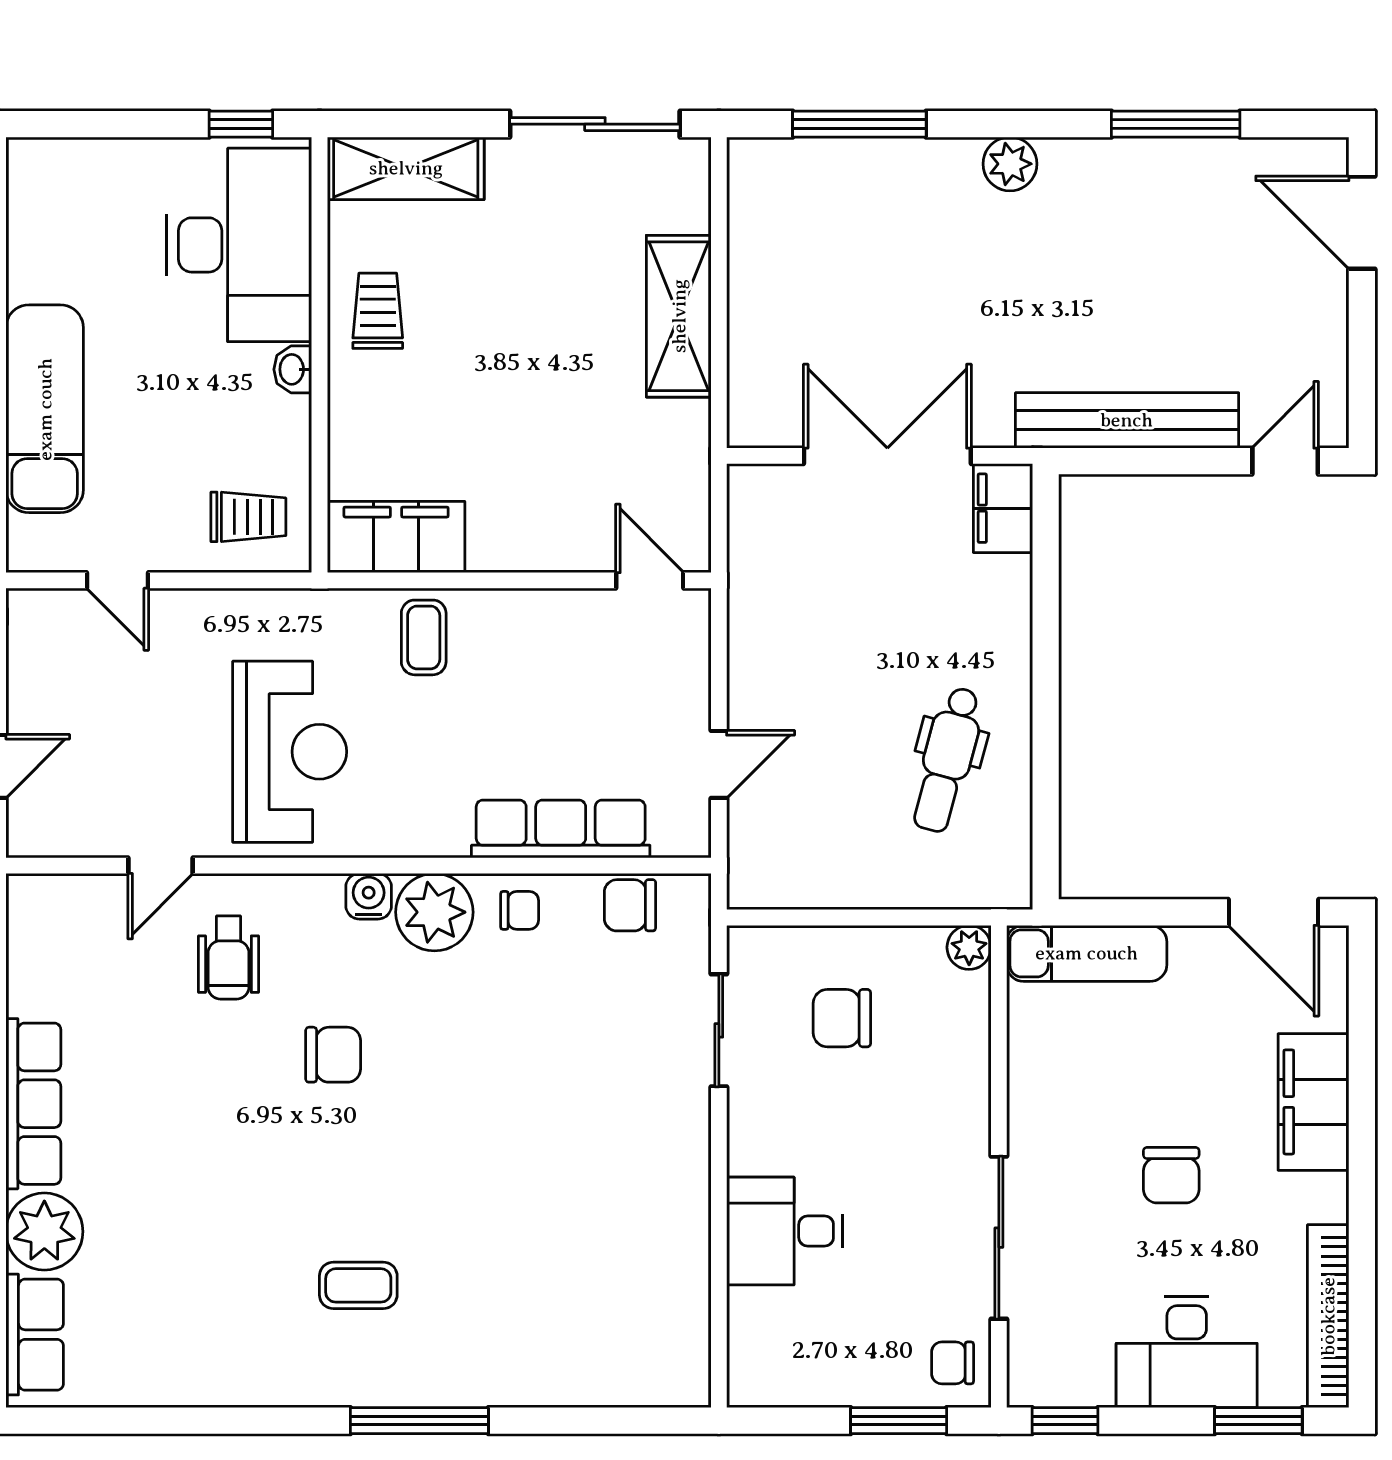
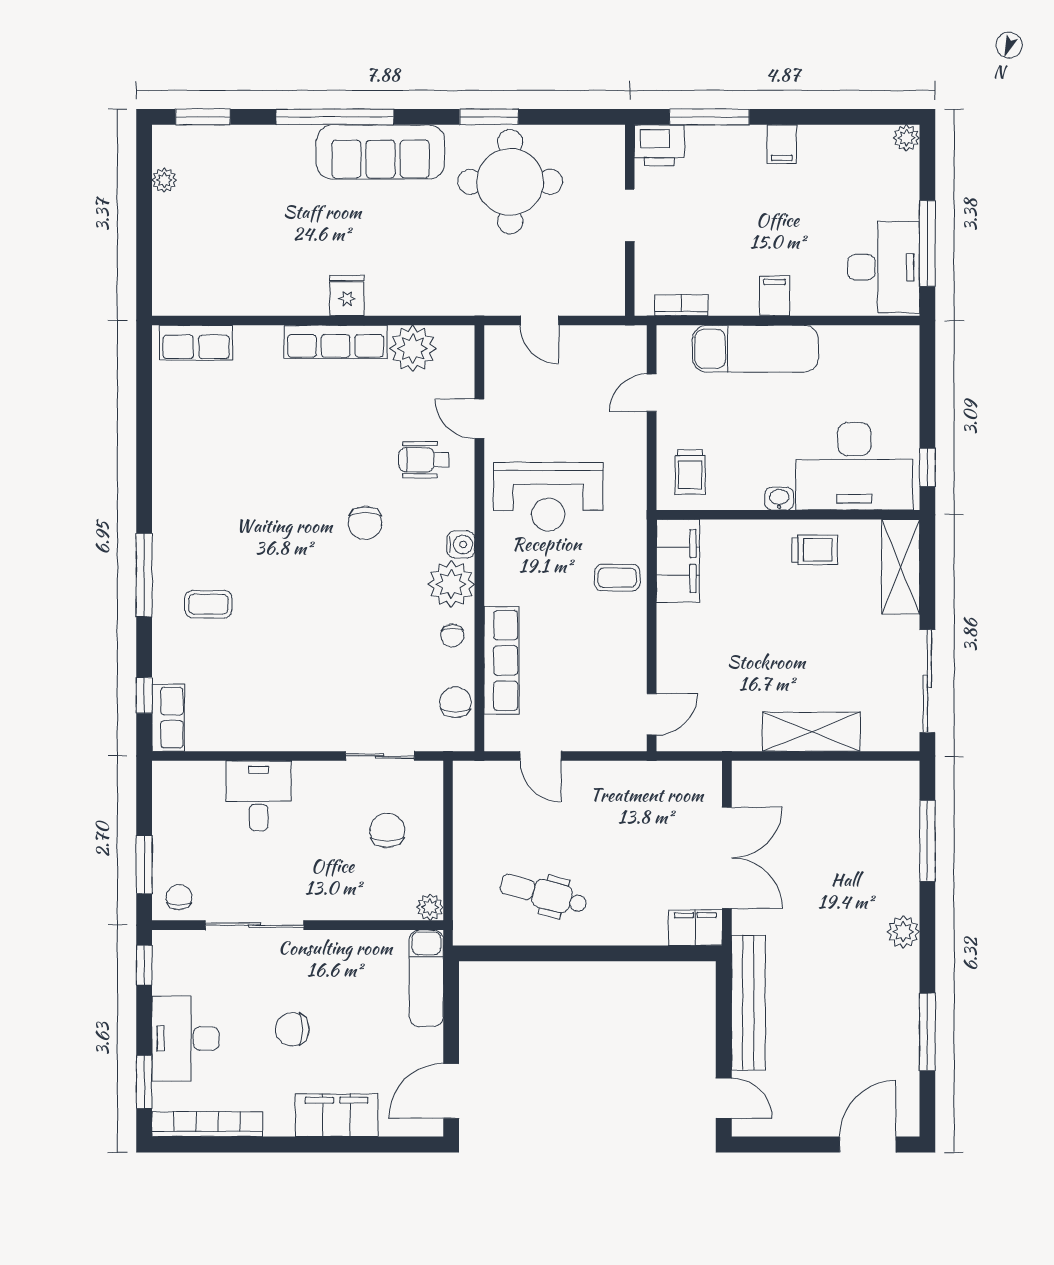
plant: (44, 1232) -> (413, 349), moved
coffee table: (358, 1285) -> (208, 604), moved, turned 90
row of seats: (655, 1381) -> (168, 718), added
window: (618, 1421) -> (144, 695), added

